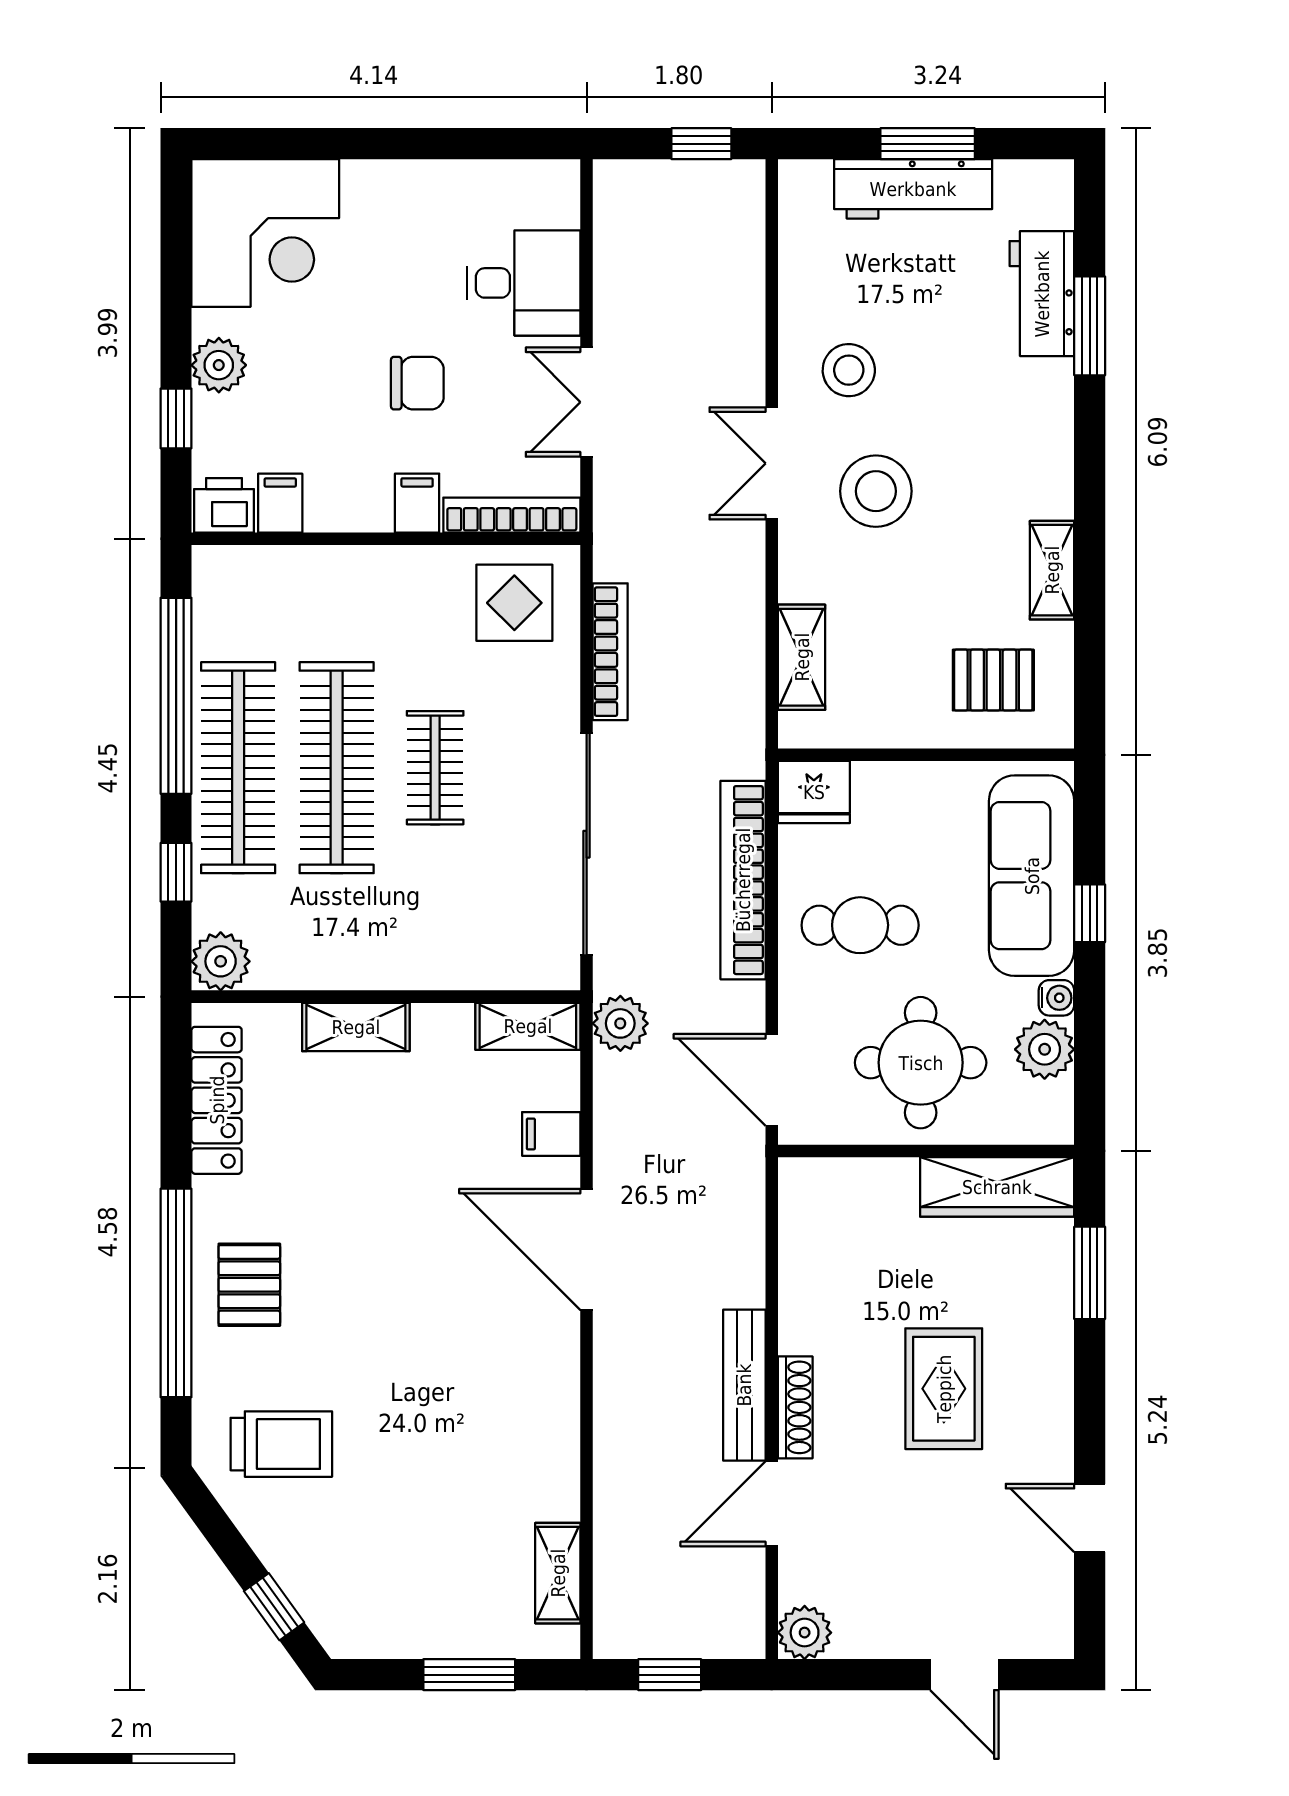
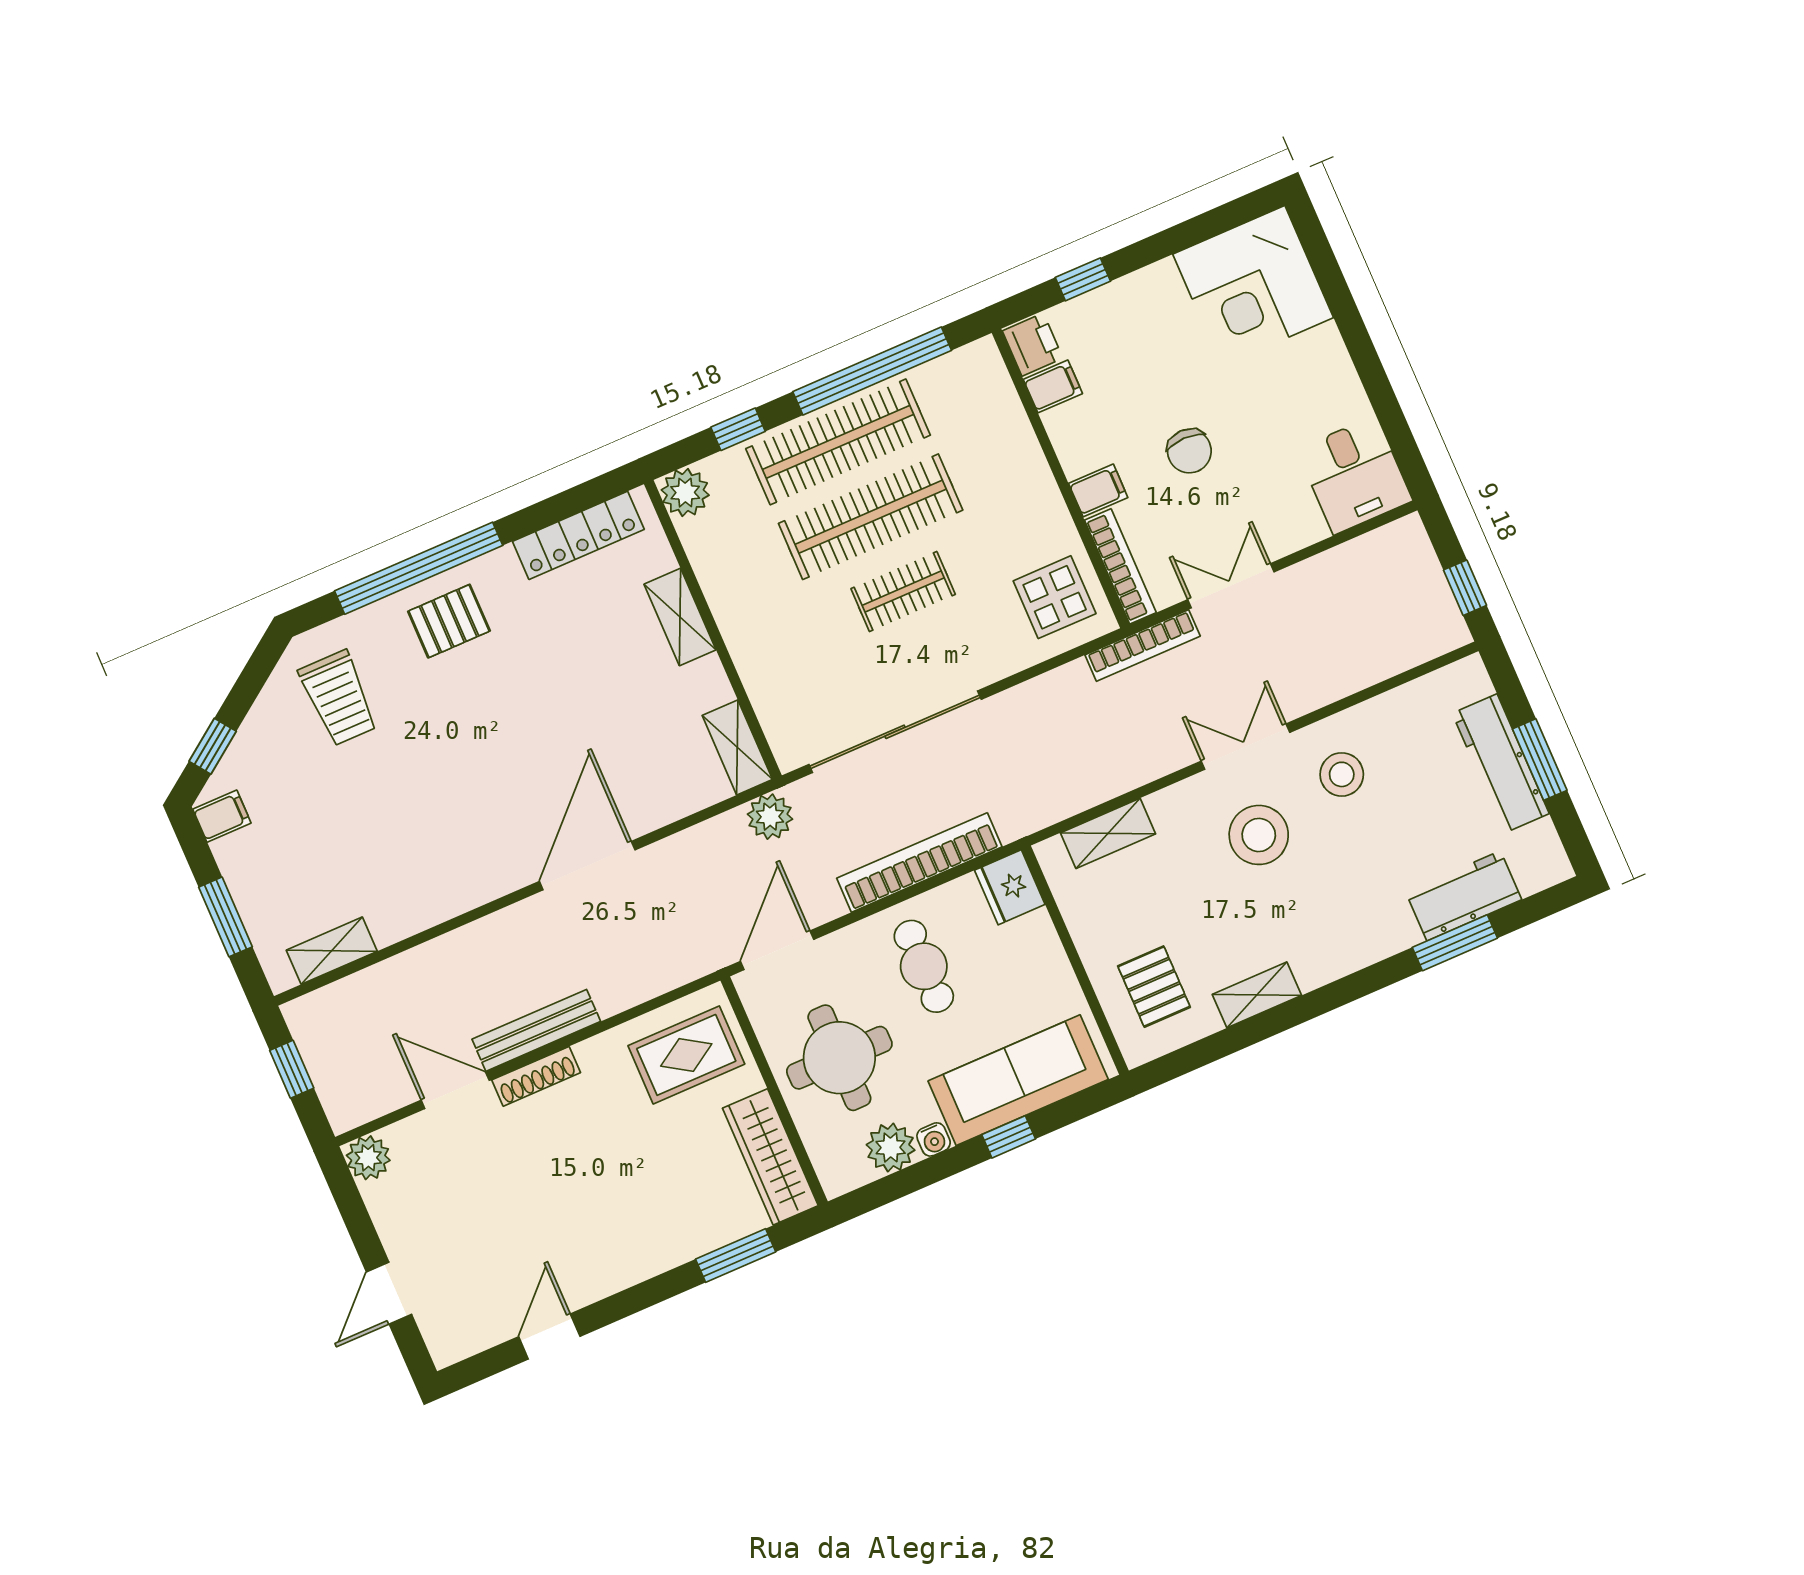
desk: (524, 283) -> (1355, 475), moved
plant: (219, 365) -> (1137, 294), removed
bookcase: (610, 652) -> (1143, 646), moved
filing cabinet: (551, 1134) -> (222, 816), moved, turned 90
rug: (944, 1389) -> (686, 1055), moved

